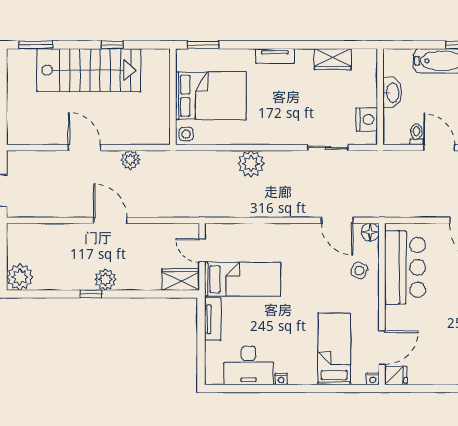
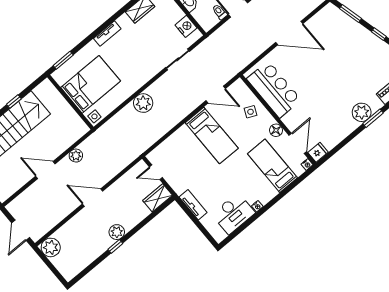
floor lamp: (370, 232) -> (276, 130), moved
plant: (20, 277) -> (51, 247), moved
bed: (243, 279) -> (212, 136), moved, turned 90

